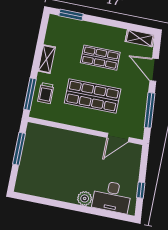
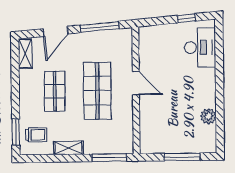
trolley: (46, 93) -> (36, 135), moved
door: (118, 137) -> (136, 83), moved
window: (19, 149) -> (182, 157), moved
plant: (85, 198) -> (208, 116), moved

